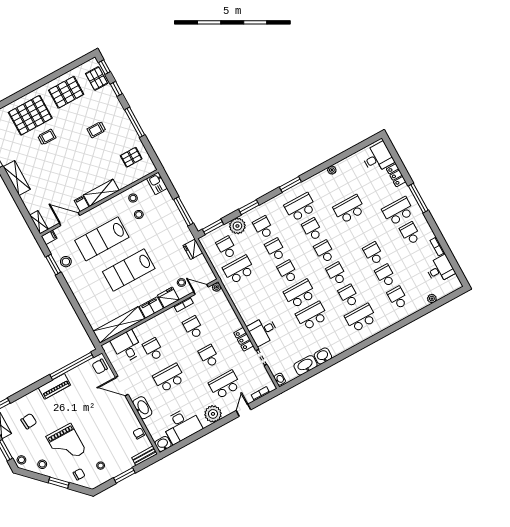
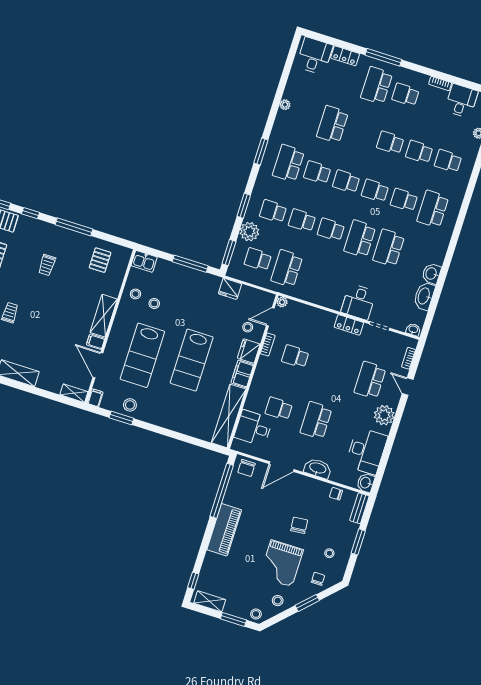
door: (69, 219) -> (98, 365), hinge flipped
school desk: (209, 356) -> (333, 368), removed
piano: (54, 386) -> (224, 530), width x1.37, depth x1.33
chair: (29, 421) -> (299, 525), moved
grand piano: (66, 444) -> (281, 563), turned 90

